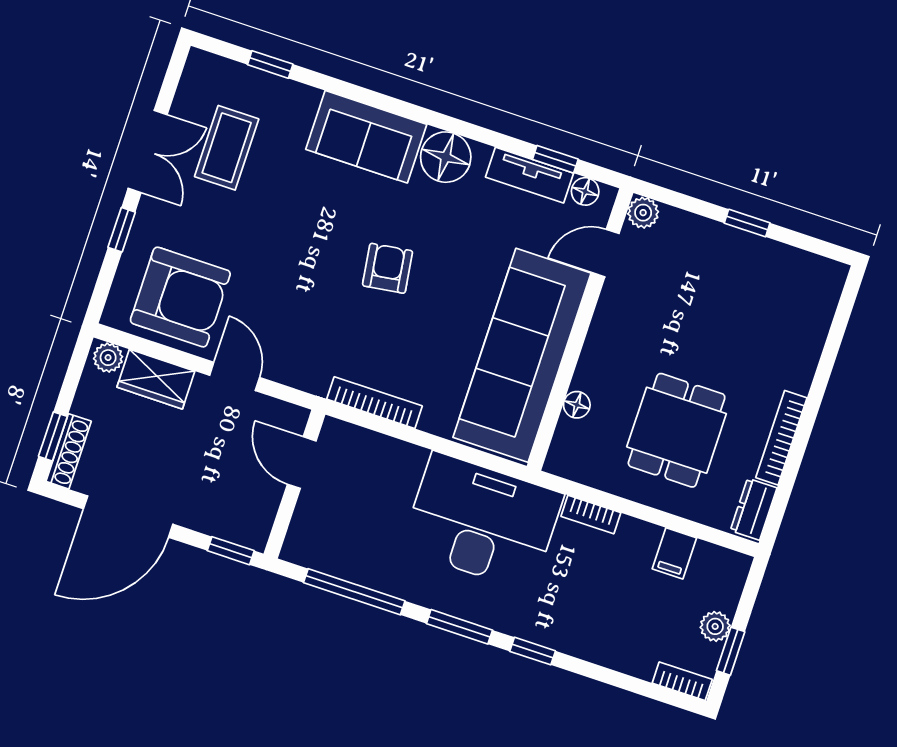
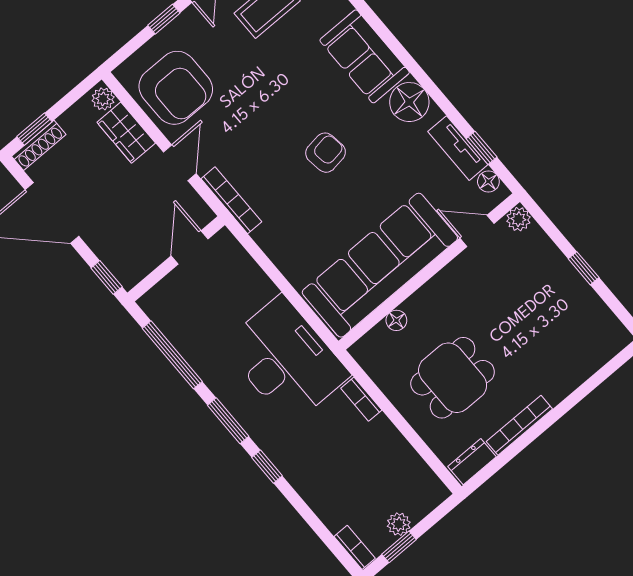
bookcase: (374, 403) -> (231, 200), moved
filing cabinet: (674, 553) -> (401, 459), removed

